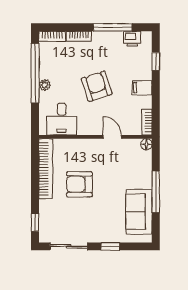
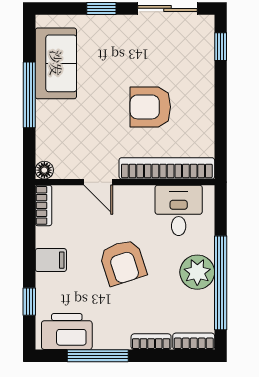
printer: (132, 39) -> (67, 332), width x1.87, depth x1.48
plant: (45, 85) -> (197, 272), width x1.88, depth x1.88
bookcase: (46, 169) -> (167, 168), moved, turned 90
armchair: (79, 184) -> (150, 107), turned 180

